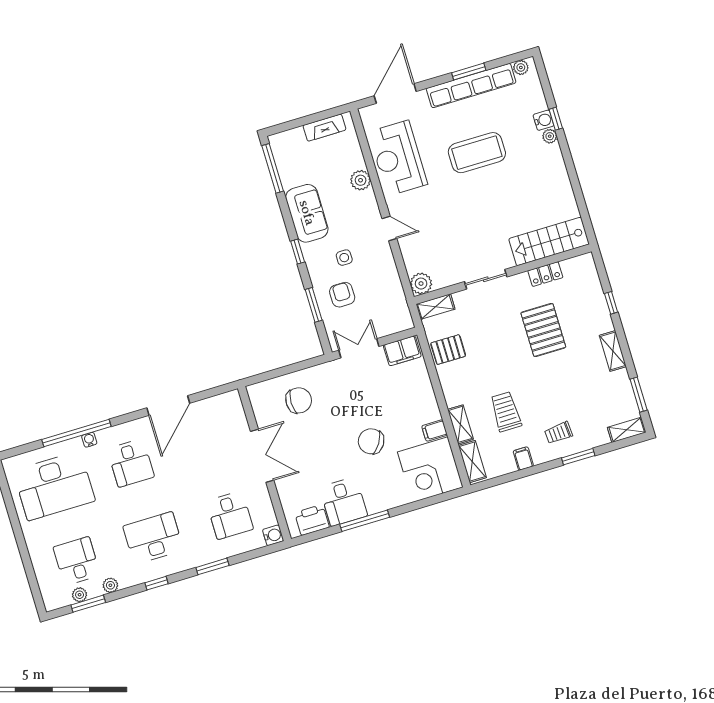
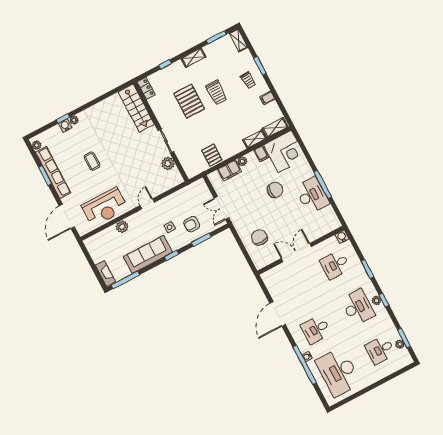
door: (395, 94) -> (67, 216), hinge flipped
fireplace: (324, 128) -> (105, 273), moved
coffee table: (477, 153) -> (92, 161), width x0.54, depth x0.58
sofa: (307, 213) -> (148, 255), width x1.36
locker: (545, 274) -> (146, 88), moved
plant: (421, 284) -> (168, 164), moved
shelving: (436, 307) -> (188, 168), removed
pallet: (543, 330) -> (189, 101), turned 90
filing cabinet: (402, 351) -> (230, 170), moved, turned 90
plant: (428, 397) -> (242, 161), added
door: (168, 405) -> (278, 314), swing flipped
trolley: (506, 412) -> (216, 92), moved, turned -90
chair: (371, 441) -> (275, 190), turned -122
desk: (131, 463) -> (316, 329), turned 180
desk: (54, 486) -> (338, 372), turned 180
desk: (343, 502) -> (312, 195), width x1.37
desk: (230, 515) -> (335, 265), turned 180
printer: (312, 520) -> (328, 216), removed
desk: (153, 538) -> (358, 307), turned 180
plant: (110, 585) -> (376, 300), moved

